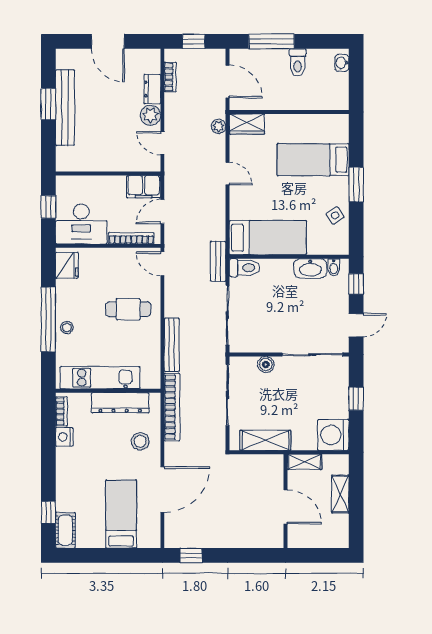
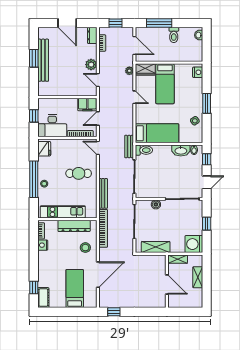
dresser: (152, 89) -> (92, 35), moved
nightstand: (340, 129) -> (198, 72), added
bed: (313, 160) -> (165, 84), moved, turned -90

